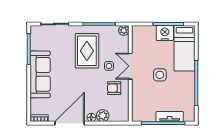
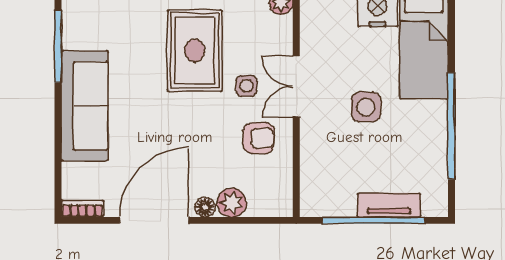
armchair: (114, 88) -> (259, 138), turned 180

